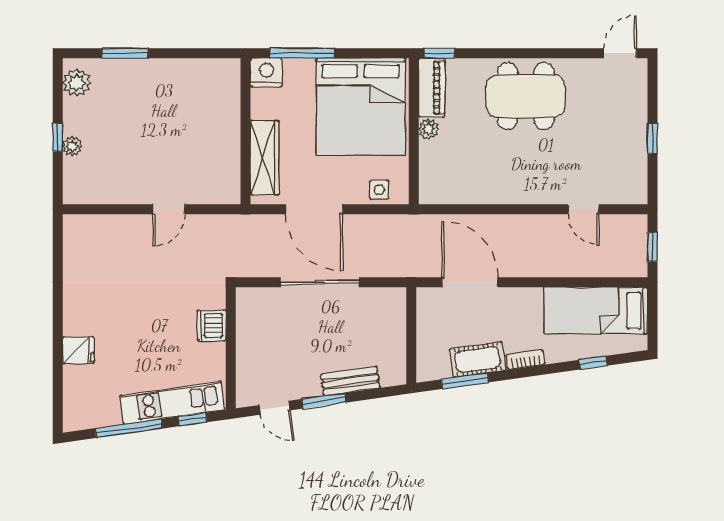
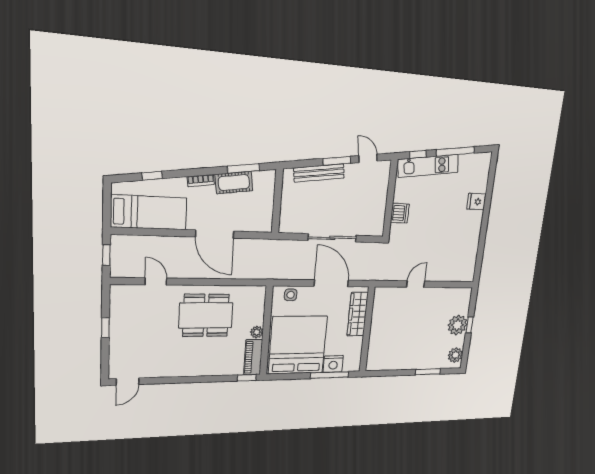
nightstand: (266, 72) -> (333, 364), moved
dining table: (526, 96) -> (206, 315), moved
plant: (72, 146) -> (457, 325), width x1.87, depth x1.87
door: (470, 282) -> (215, 234), moved
bench: (350, 381) -> (319, 173), width x1.36

